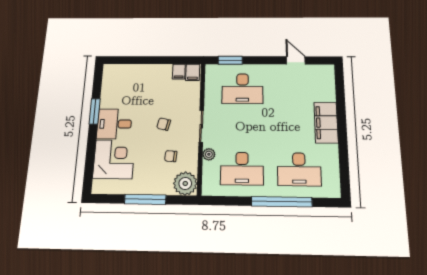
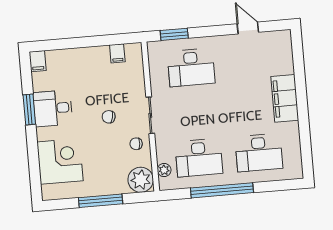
filing cabinet: (193, 72) -> (38, 61), moved
desk: (114, 124) -> (53, 108), moved
plant: (209, 154) -> (164, 170), moved
chair: (171, 156) -> (136, 144), moved
window: (282, 202) -> (222, 190), moved

